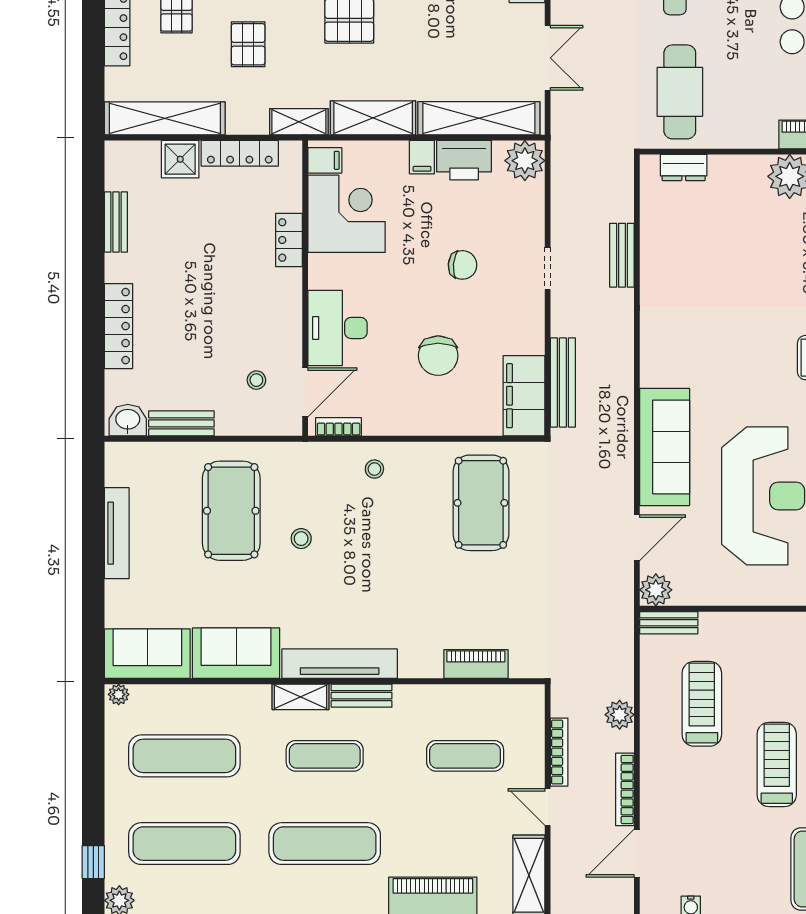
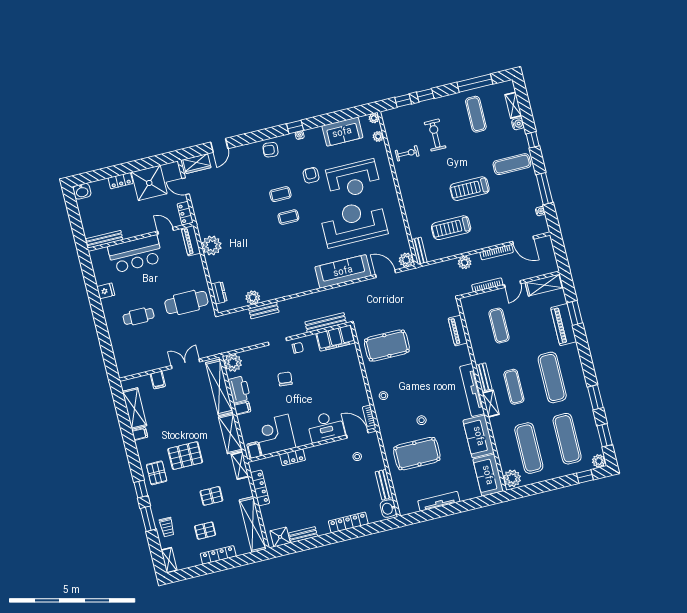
shower: (180, 159) -> (280, 537), moved
plant: (655, 238) -> (253, 298), added
chair: (438, 356) -> (298, 348), moved, width x0.54, depth x0.54
plant: (119, 694) -> (512, 478), width x1.88, depth x1.88

